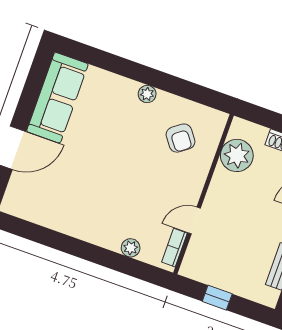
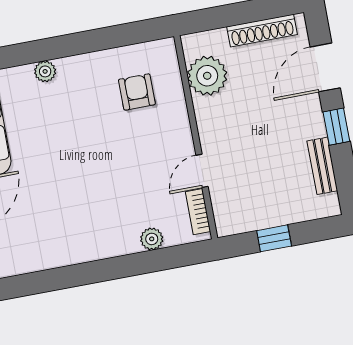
plant: (147, 94) -> (45, 71), moved
armchair: (180, 138) -> (137, 92), turned -143

